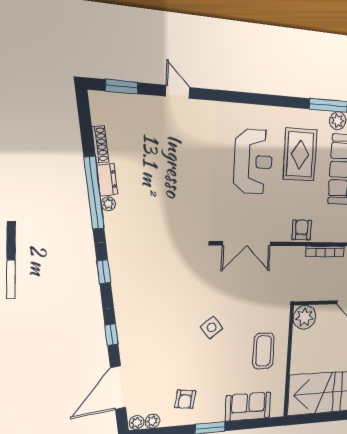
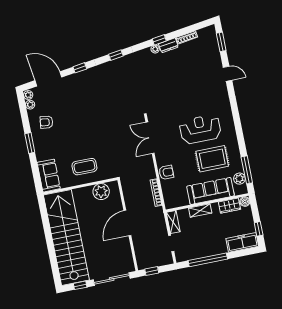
door: (178, 92) -> (228, 74), hinge flipped
reception desk: (253, 161) -> (200, 129), turned 180
window: (94, 193) -> (159, 40), width x0.32
plant: (305, 317) -> (101, 192), moved
side table: (212, 327) -> (94, 128), removed
sofa: (248, 407) -> (49, 176), moved

